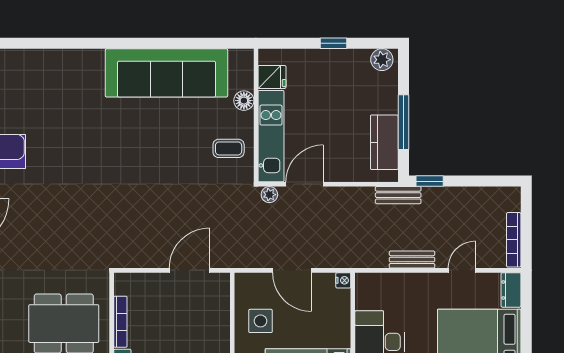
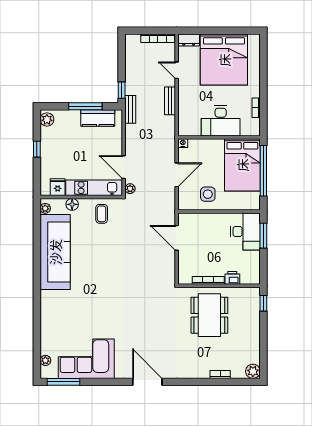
plant: (237, 57) -> (45, 208), added

